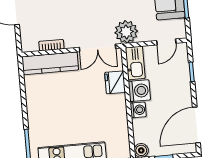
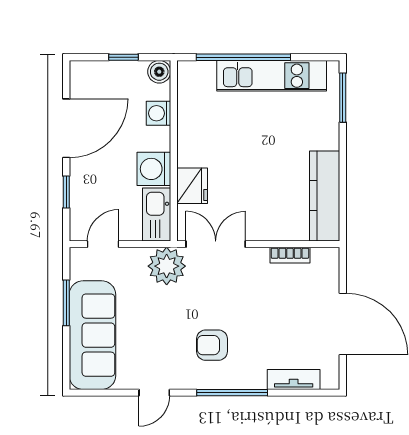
kitchen counter: (50, 63) -> (325, 196), moved, turned -90
washing machine: (138, 110) -> (158, 113), moved
door: (196, 125) -> (66, 128), moved

